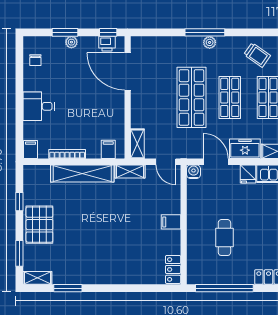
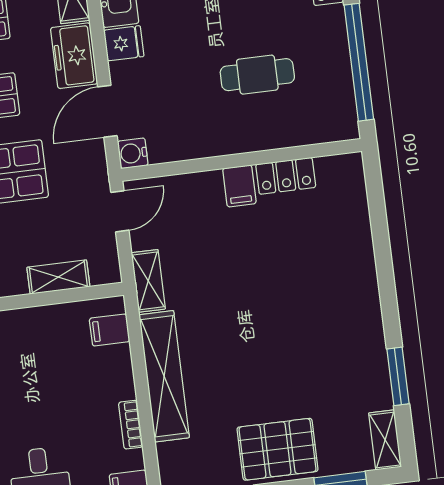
shelving: (137, 144) -> (58, 277), moved
bookcase: (67, 154) -> (131, 425), width x0.64
locker: (173, 269) -> (286, 176), moved

